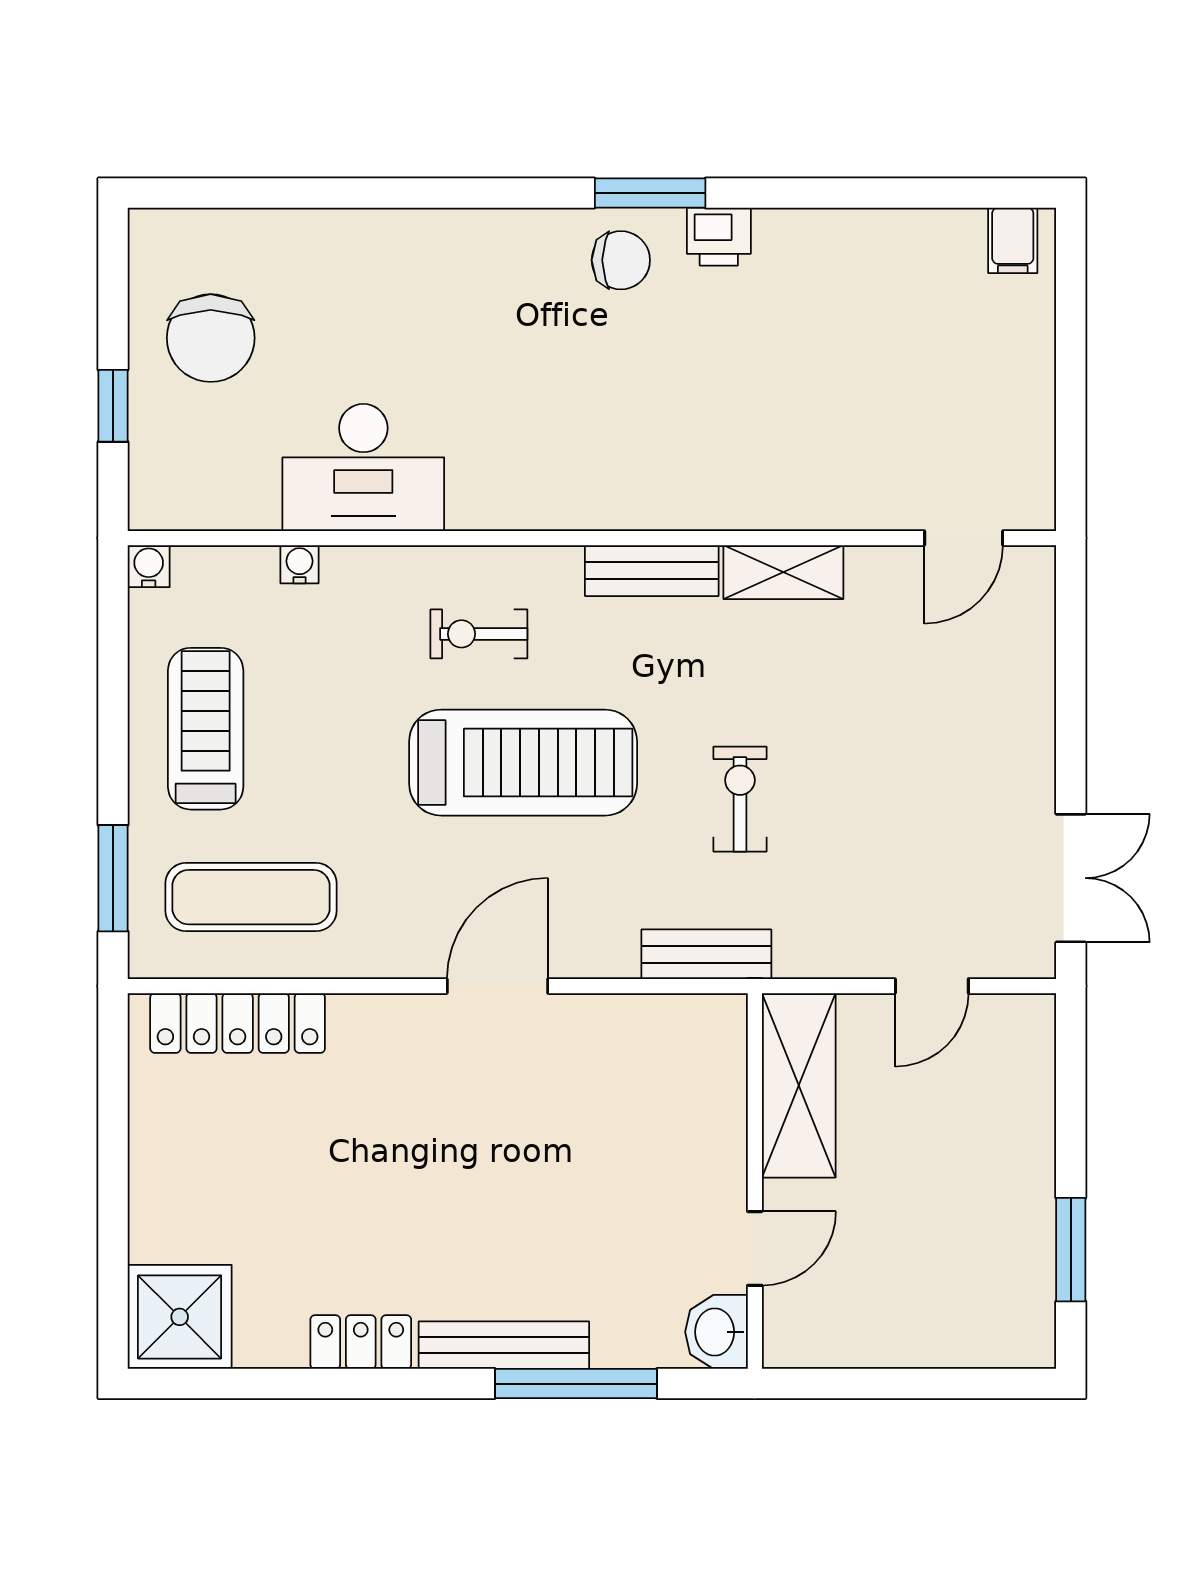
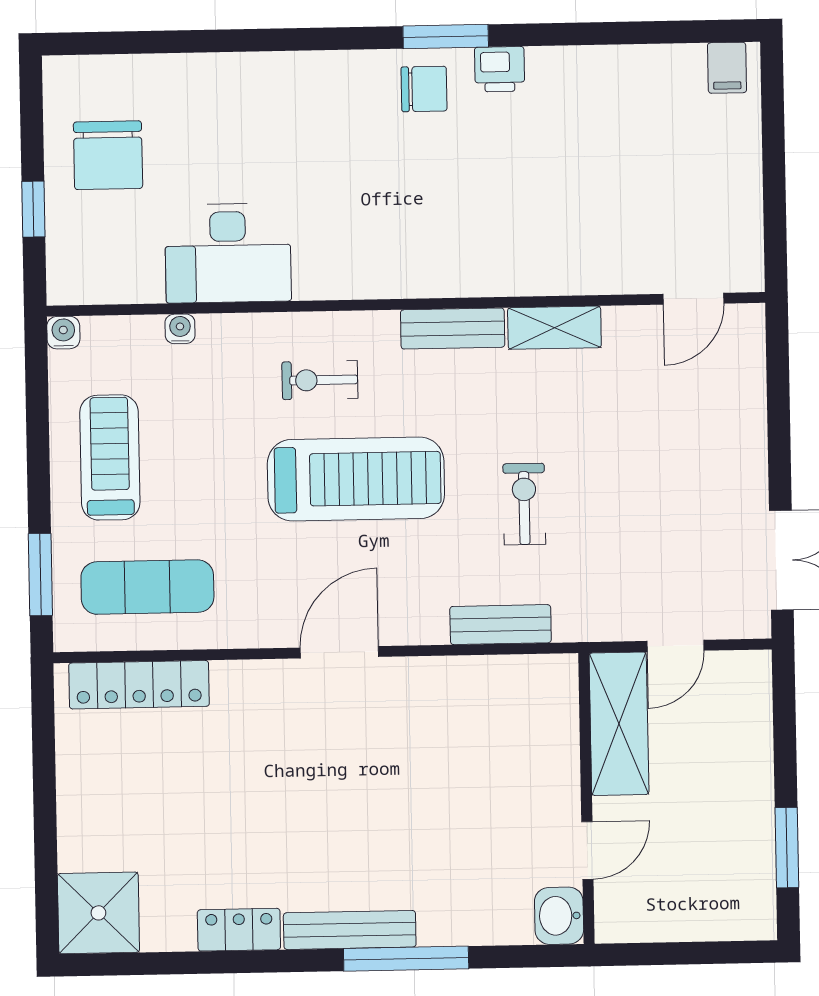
shelving: (799, 1085) -> (619, 724), moved
wall: (755, 1181) -> (586, 798), moved
door: (755, 1248) -> (587, 851), moved
washbasin: (717, 1332) -> (559, 916), moved

